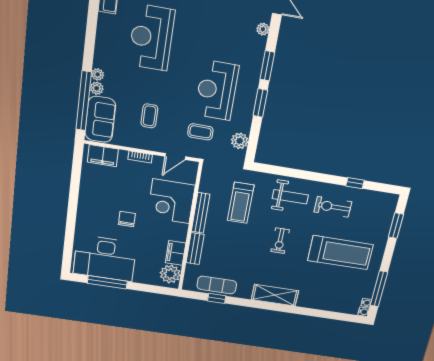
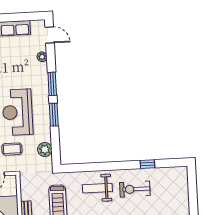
weight bench: (290, 197) -> (97, 188), turned 180
window: (396, 226) -> (193, 194), removed

